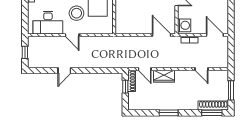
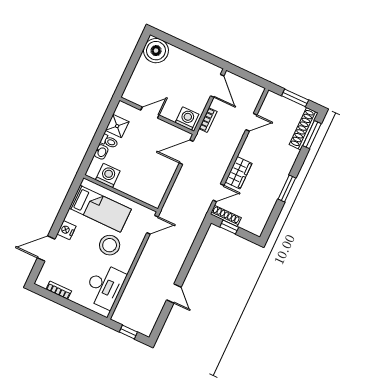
door: (72, 35) -> (152, 225), moved
door: (215, 35) -> (217, 86), swing flipped

